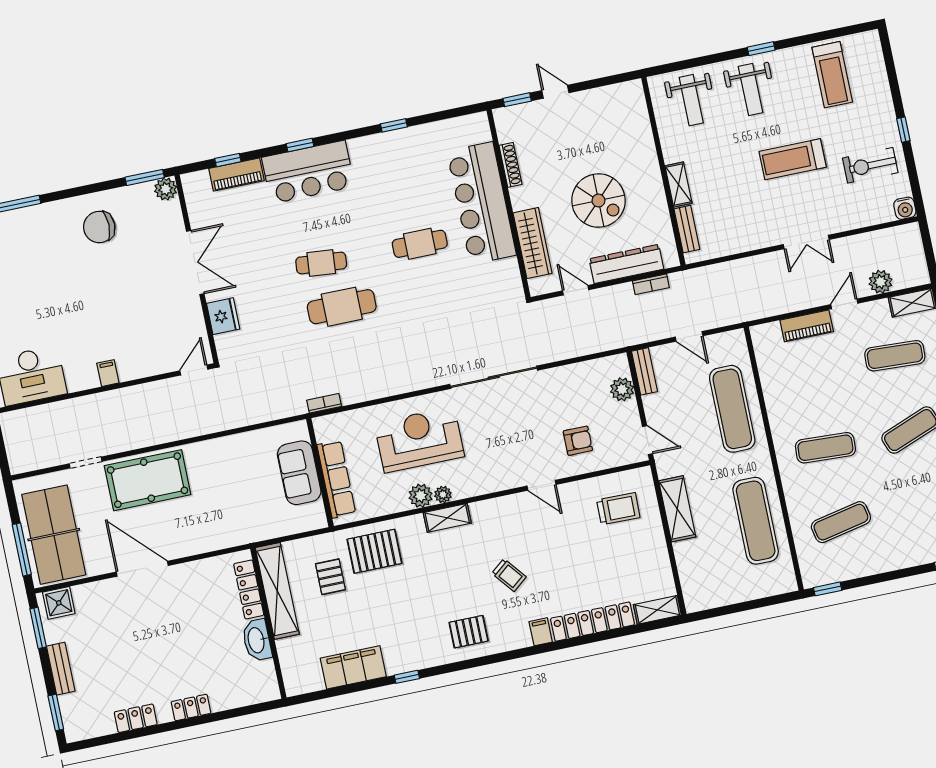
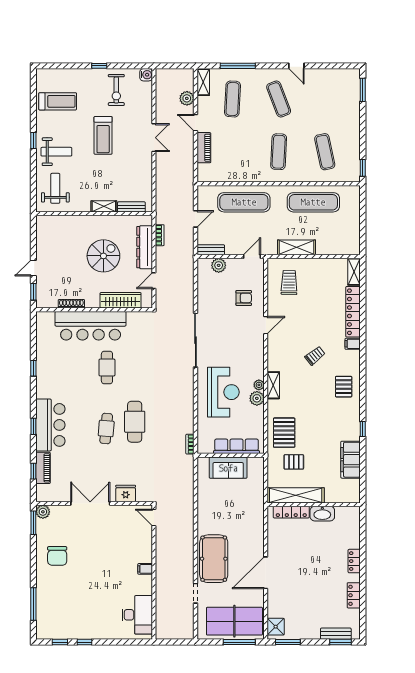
weight bench: (691, 100) -> (55, 188), turned -90
reception desk: (419, 440) -> (223, 392), turned 180
armchair: (578, 441) -> (244, 298), turned 90
bench: (61, 669) -> (336, 634), moved

